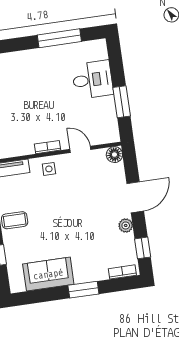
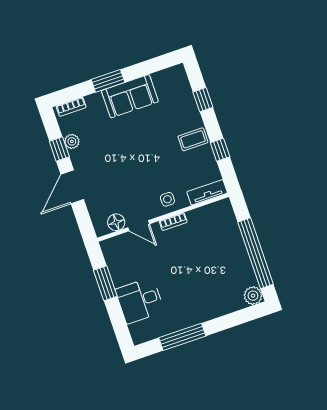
floor lamp: (114, 155) -> (116, 222), moved
plant: (126, 225) -> (72, 141), moved
window: (143, 248) -> (59, 149), moved
sofa: (48, 274) -> (130, 96), moved

